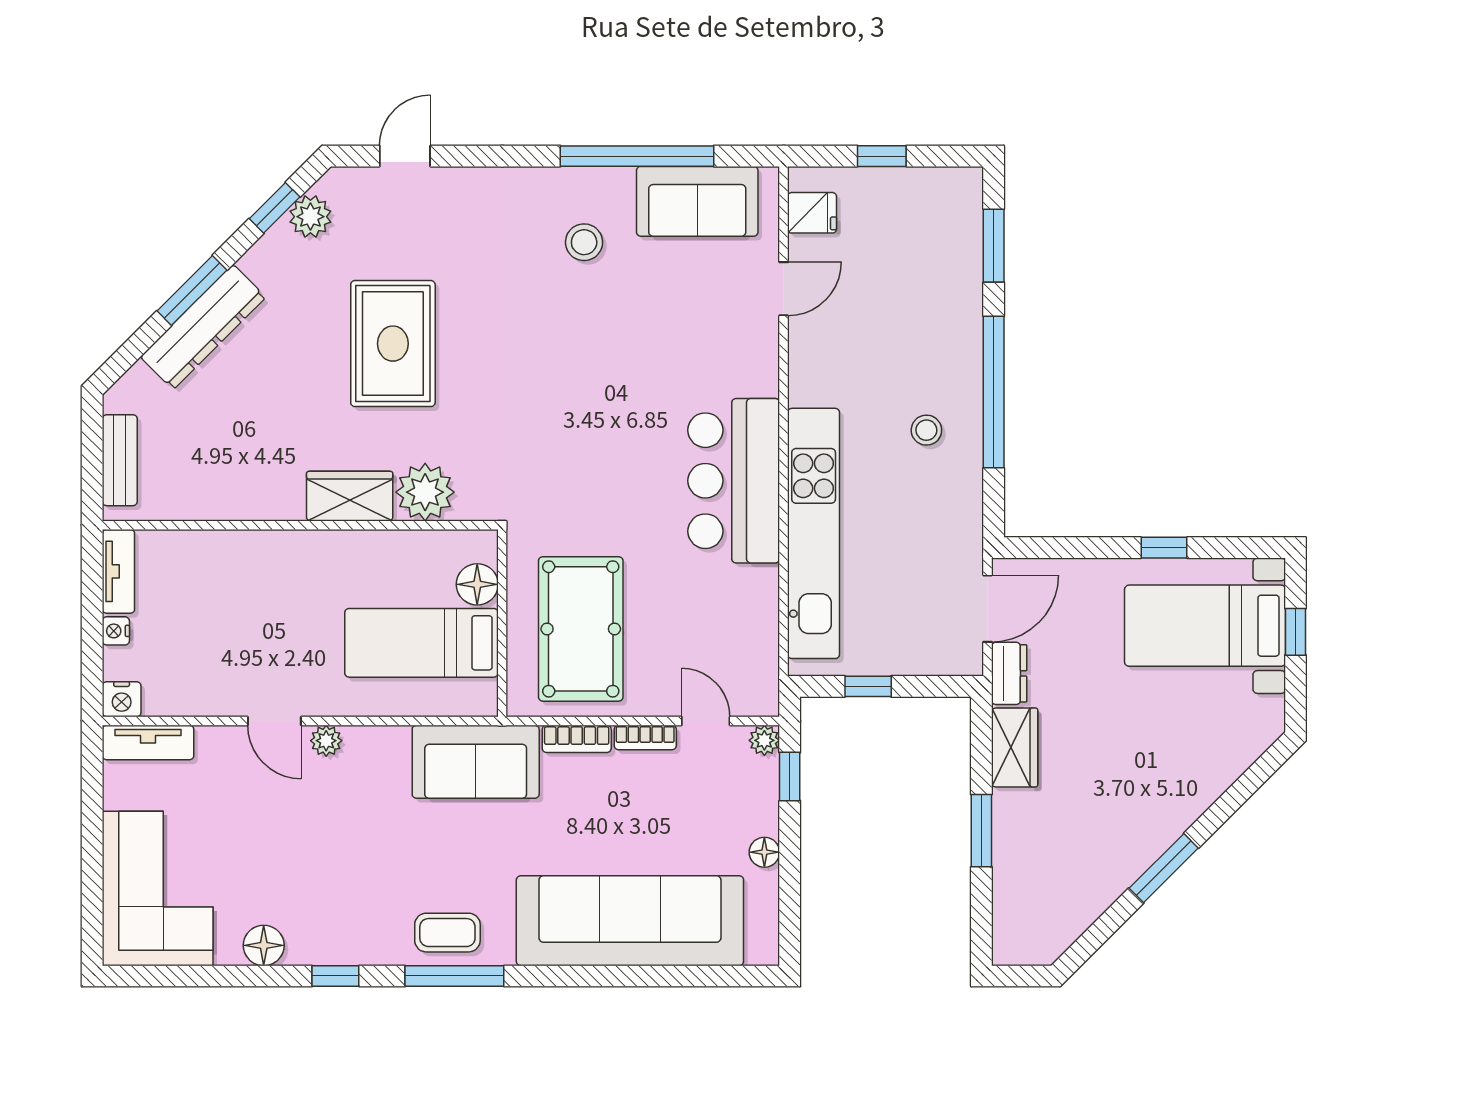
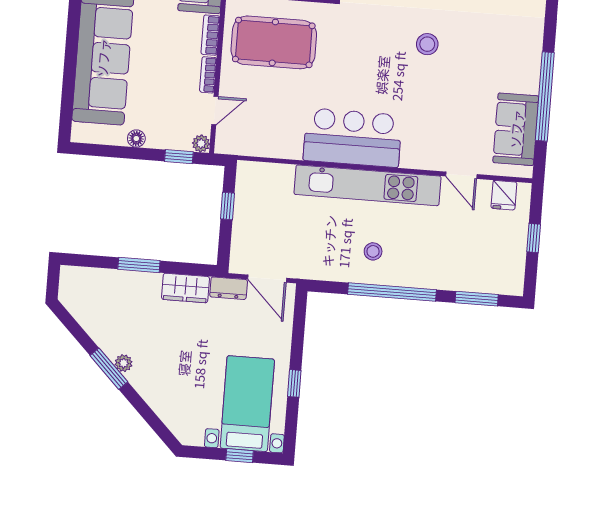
stool: (584, 242) -> (427, 44), moved
kitchen unit: (814, 533) -> (368, 185), moved
plant: (1152, 844) -> (124, 363), added

